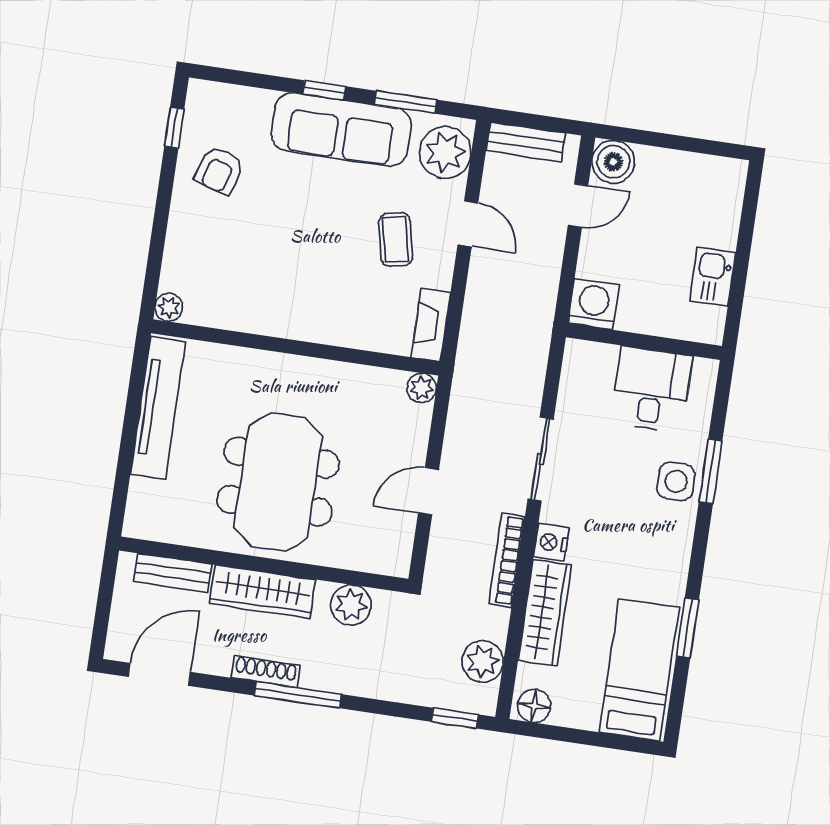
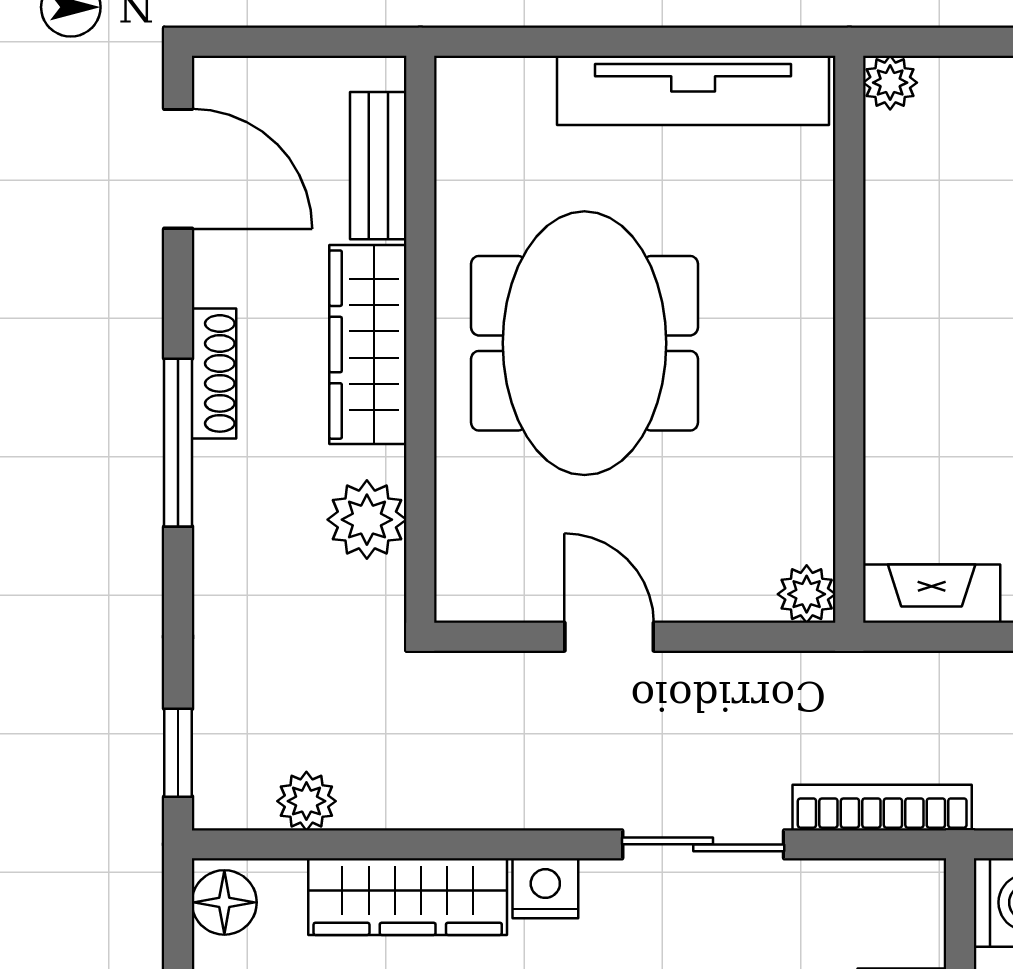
meeting table: (278, 482) -> (584, 343), turned 90
bookcase: (507, 560) -> (882, 808), moved
plant: (483, 662) -> (306, 801), width x0.73, depth x0.73

